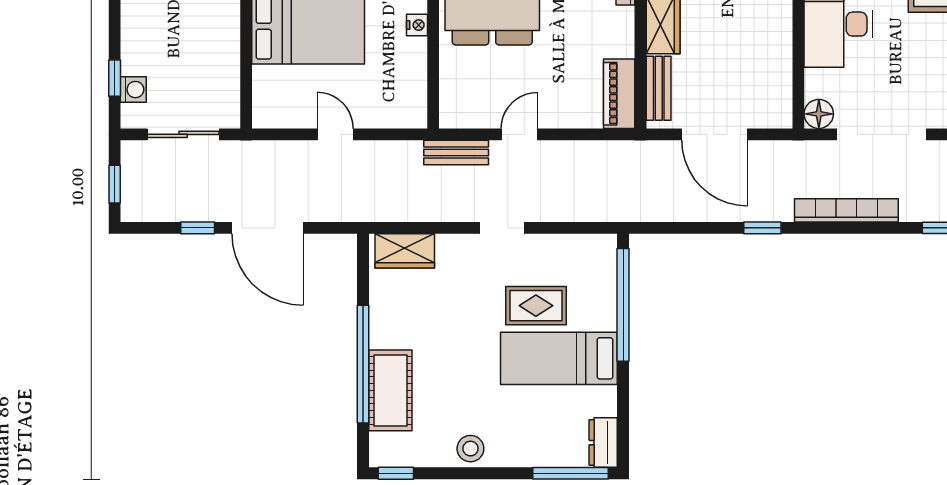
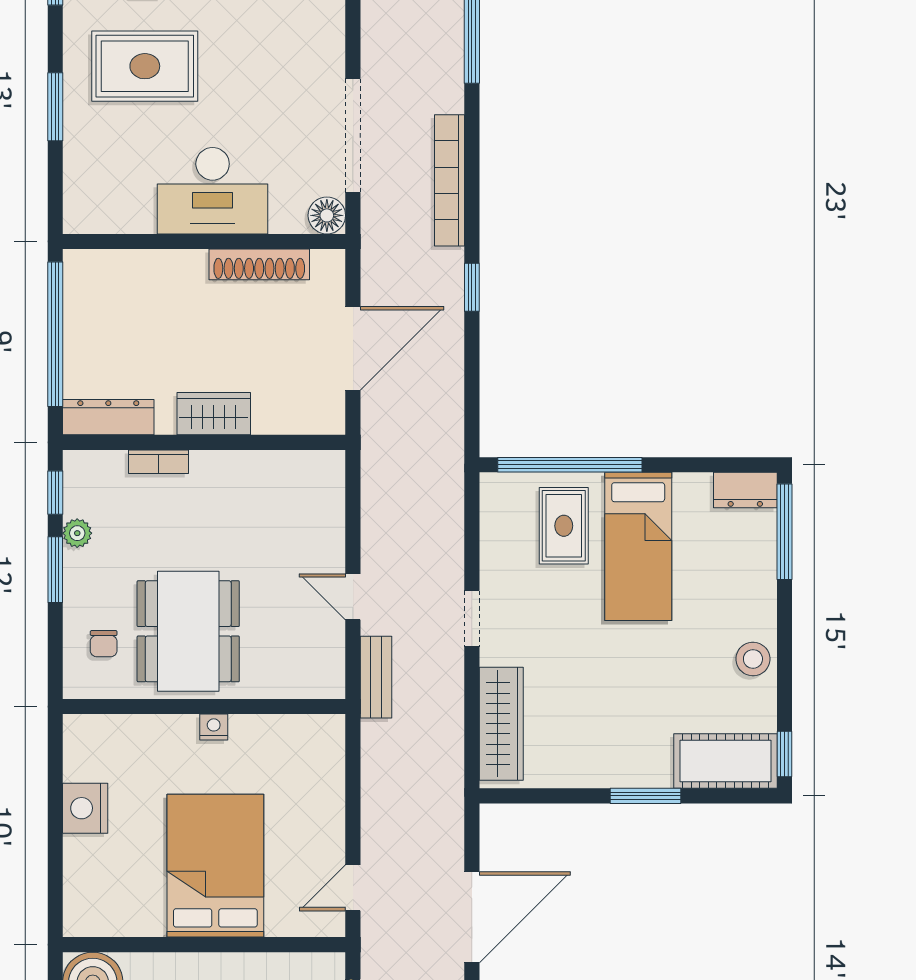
shoe rack: (780, 61) -> (259, 264), added
bench: (659, 88) -> (294, 419), removed
piano: (619, 94) -> (301, 470), removed
door: (335, 134) -> (353, 888), moved
wardrobe: (405, 251) -> (501, 724), width x1.50
rug: (536, 306) -> (564, 526), moved
window: (363, 364) -> (646, 796), width x0.47
cot: (390, 390) -> (725, 761), moved

